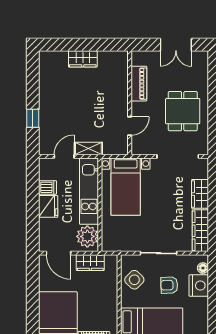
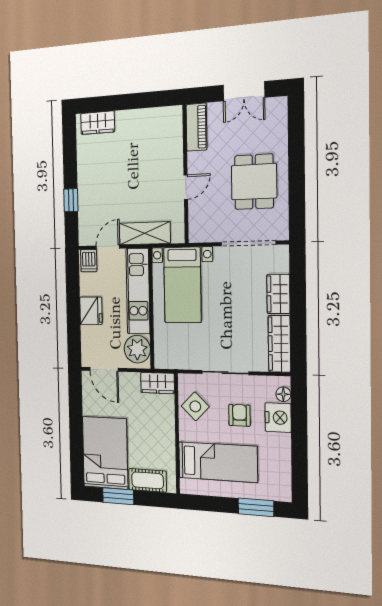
wardrobe: (83, 59) -> (98, 123), moved
piano: (139, 84) -> (196, 127), moved
door: (130, 126) -> (186, 187), moved
shelving: (88, 149) -> (145, 233), width x1.50, depth x1.33
dishwasher: (48, 187) -> (89, 261), moved, turned 90
wardrobe: (90, 263) -> (158, 383), moved
armchair: (169, 285) -> (239, 415), turned 92

